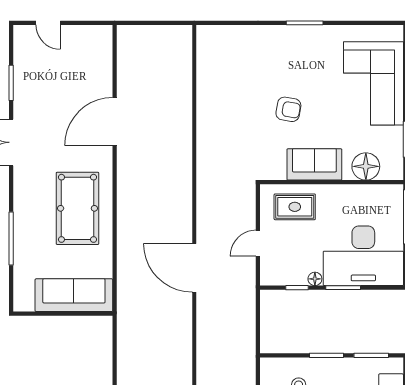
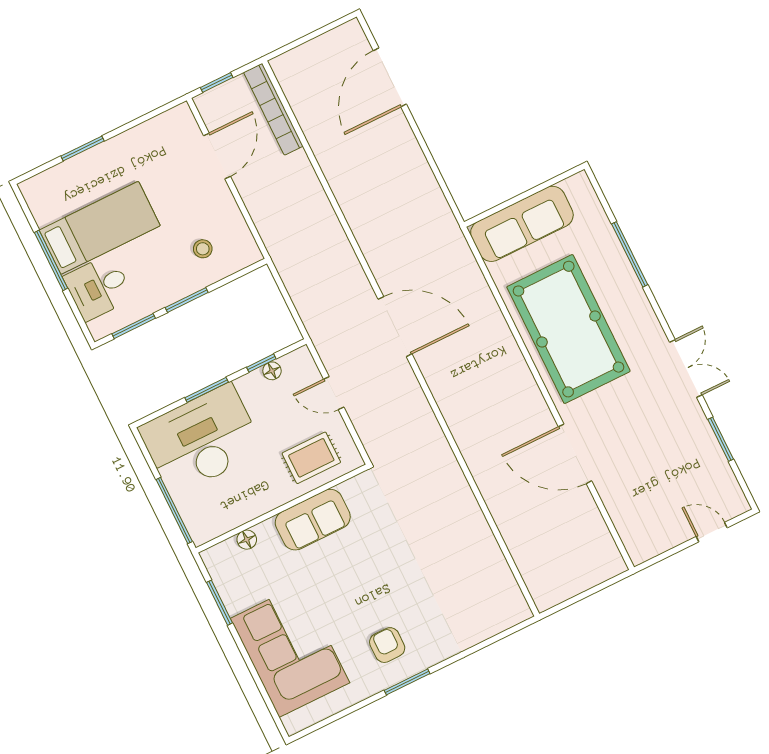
armchair: (288, 109) -> (387, 645), moved, turned 80
door: (115, 122) -> (575, 454), swing flipped
floor lamp: (366, 166) -> (247, 540), width x0.53, depth x0.53
pool table: (77, 208) -> (568, 329), width x1.36, depth x1.32
door: (258, 243) -> (334, 393), swing flipped
floor lamp: (315, 279) -> (272, 371), moved

